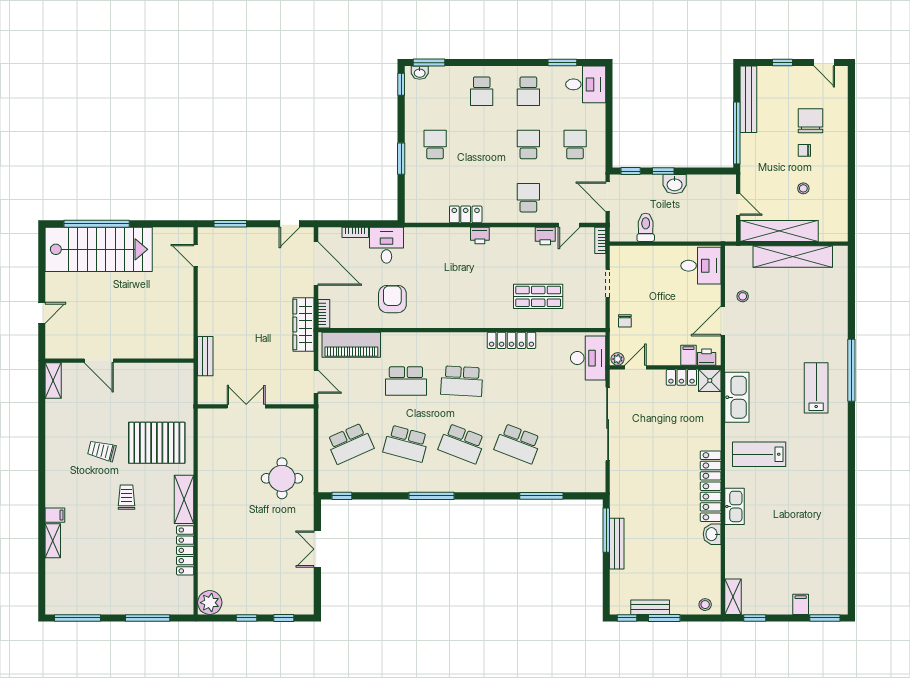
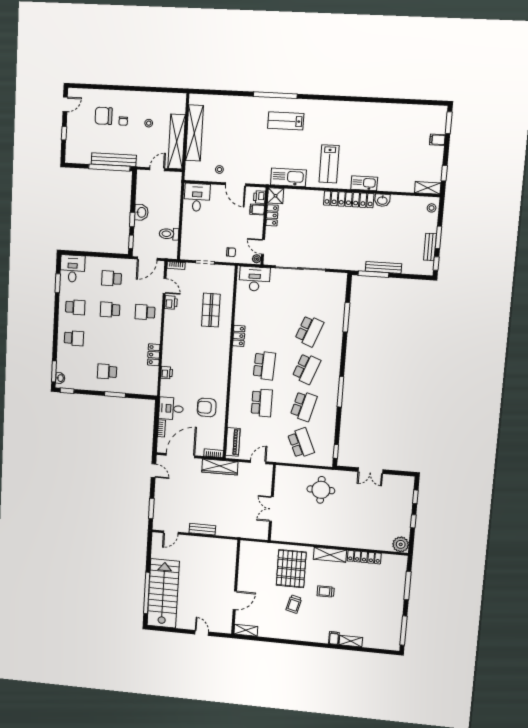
bench: (748, 99) -> (114, 160), moved
printer: (480, 235) -> (167, 373), moved
locker: (511, 340) -> (239, 336), width x0.66
piano: (351, 345) -> (233, 442), width x0.73, depth x0.75
bench: (205, 356) -> (202, 529), moved

